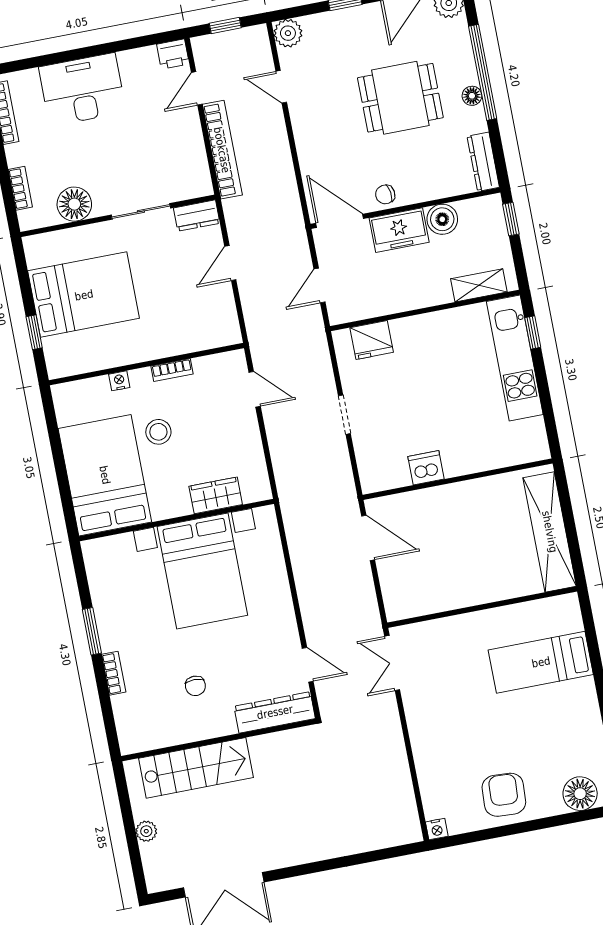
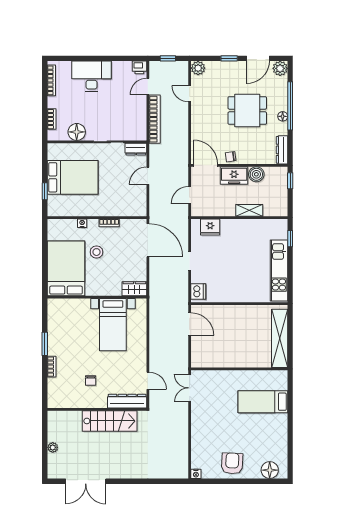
shelving: (479, 285) -> (249, 210), moved
kitchen unit: (515, 358) -> (279, 270), moved
door: (255, 389) -> (148, 240), width x1.88
dishwasher: (426, 468) -> (198, 291), moved, turned 90
wardrobe: (216, 495) -> (134, 289), moved
bed with nightstands: (202, 571) -> (113, 325), width x0.73
stairs: (196, 768) -> (110, 421), moved

